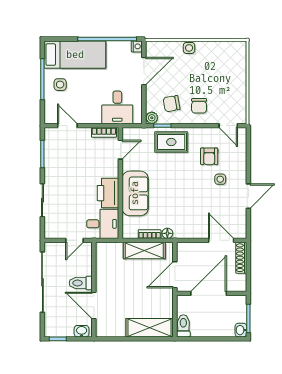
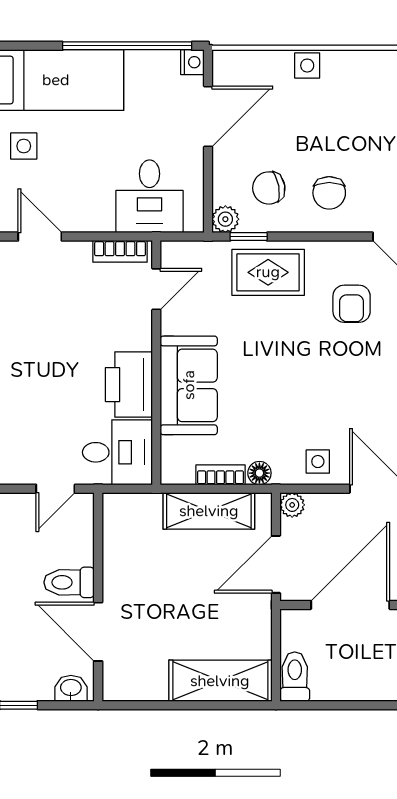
side table: (220, 179) -> (318, 462), moved
plant: (182, 248) -> (292, 505), added

